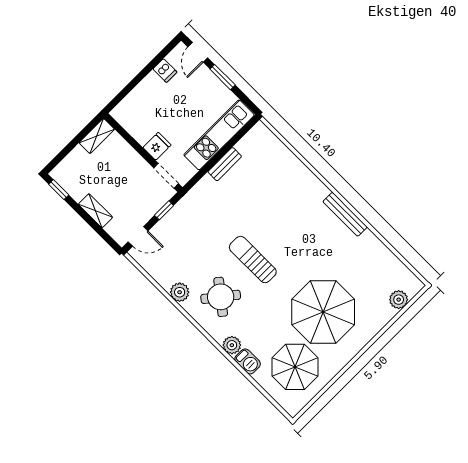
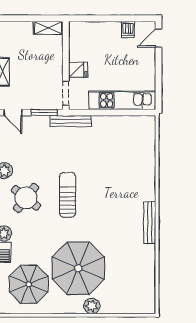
window: (223, 77) -> (158, 68), removed
bench: (225, 164) -> (71, 121), moved, width x1.36
window: (164, 210) -> (44, 112), width x1.50
plant: (399, 300) -> (92, 306), moved

